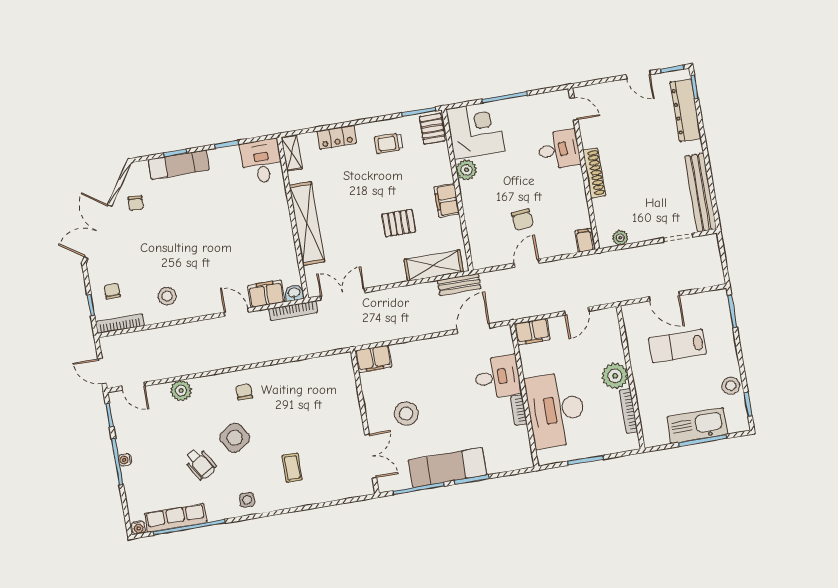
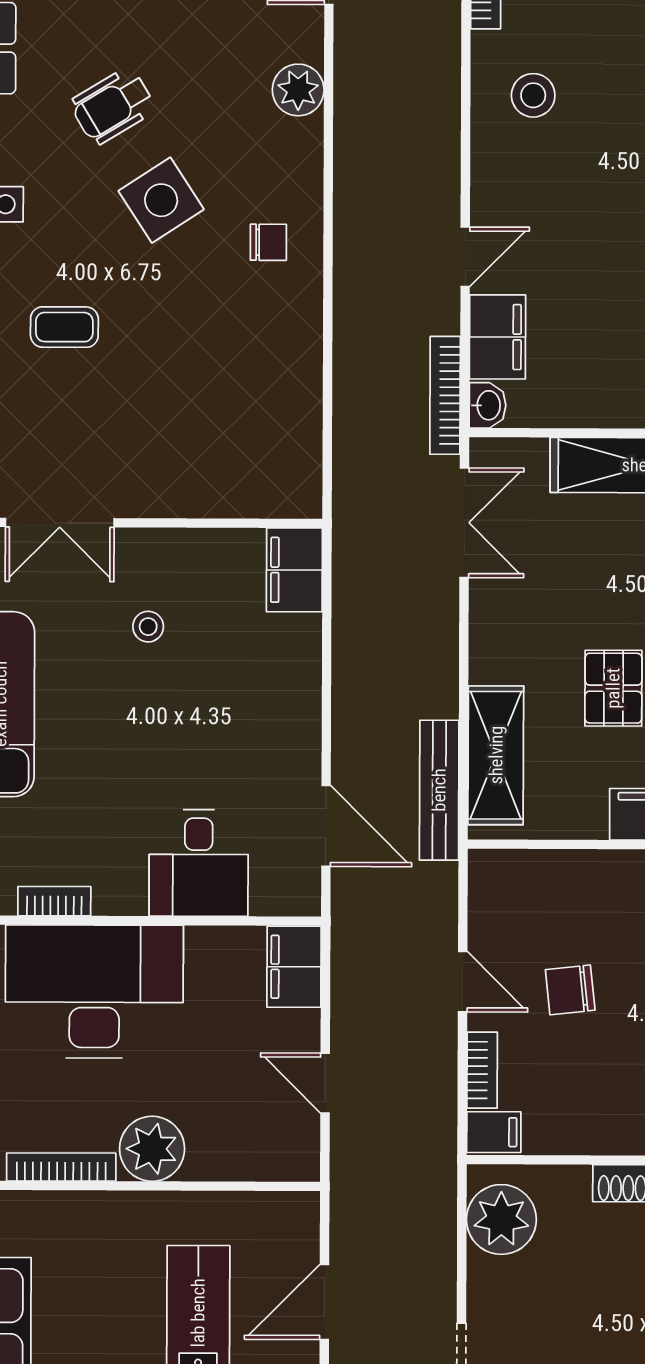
plant: (620, 238) -> (501, 1219), width x1.88, depth x1.88
bookcase: (561, 249) -> (482, 1070), added
bench: (459, 284) -> (439, 790), width x1.36
bookcase: (519, 410) -> (54, 901), moved
stool: (406, 413) -> (148, 627), width x0.53, depth x0.53

